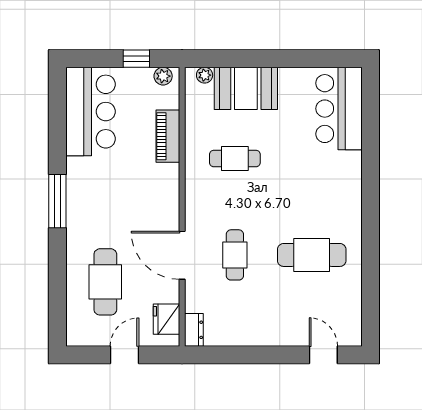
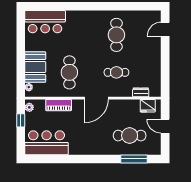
cafe table: (235, 159) -> (69, 72), width x1.37, depth x1.35
window: (57, 201) -> (134, 159), moved
door: (182, 255) -> (96, 98), moved
dresser: (194, 330) -> (141, 92), moved

